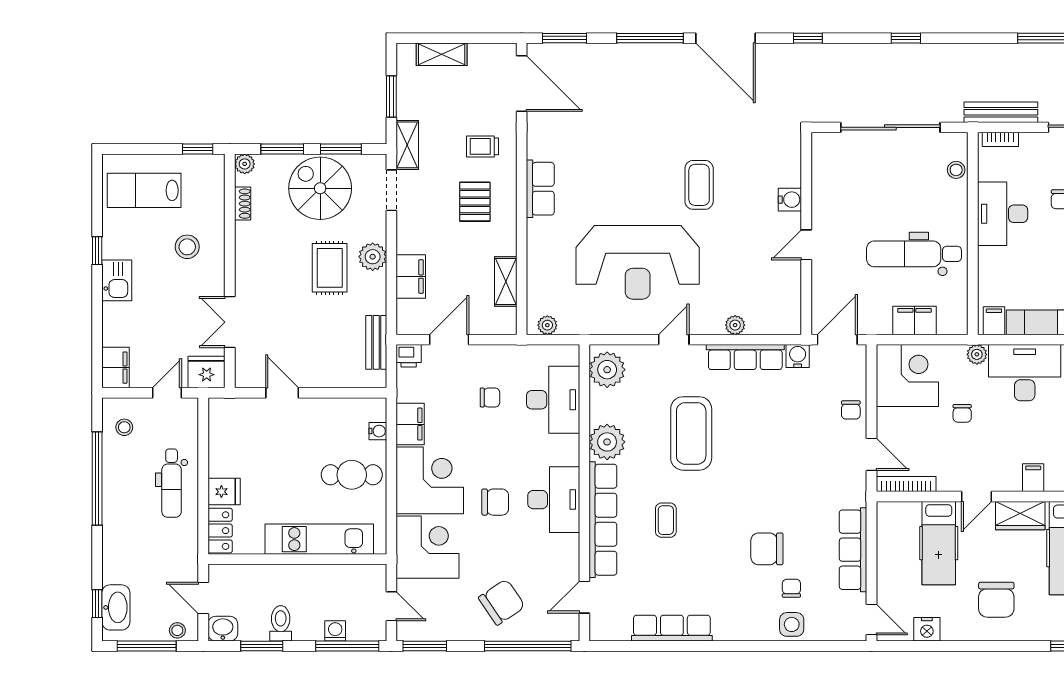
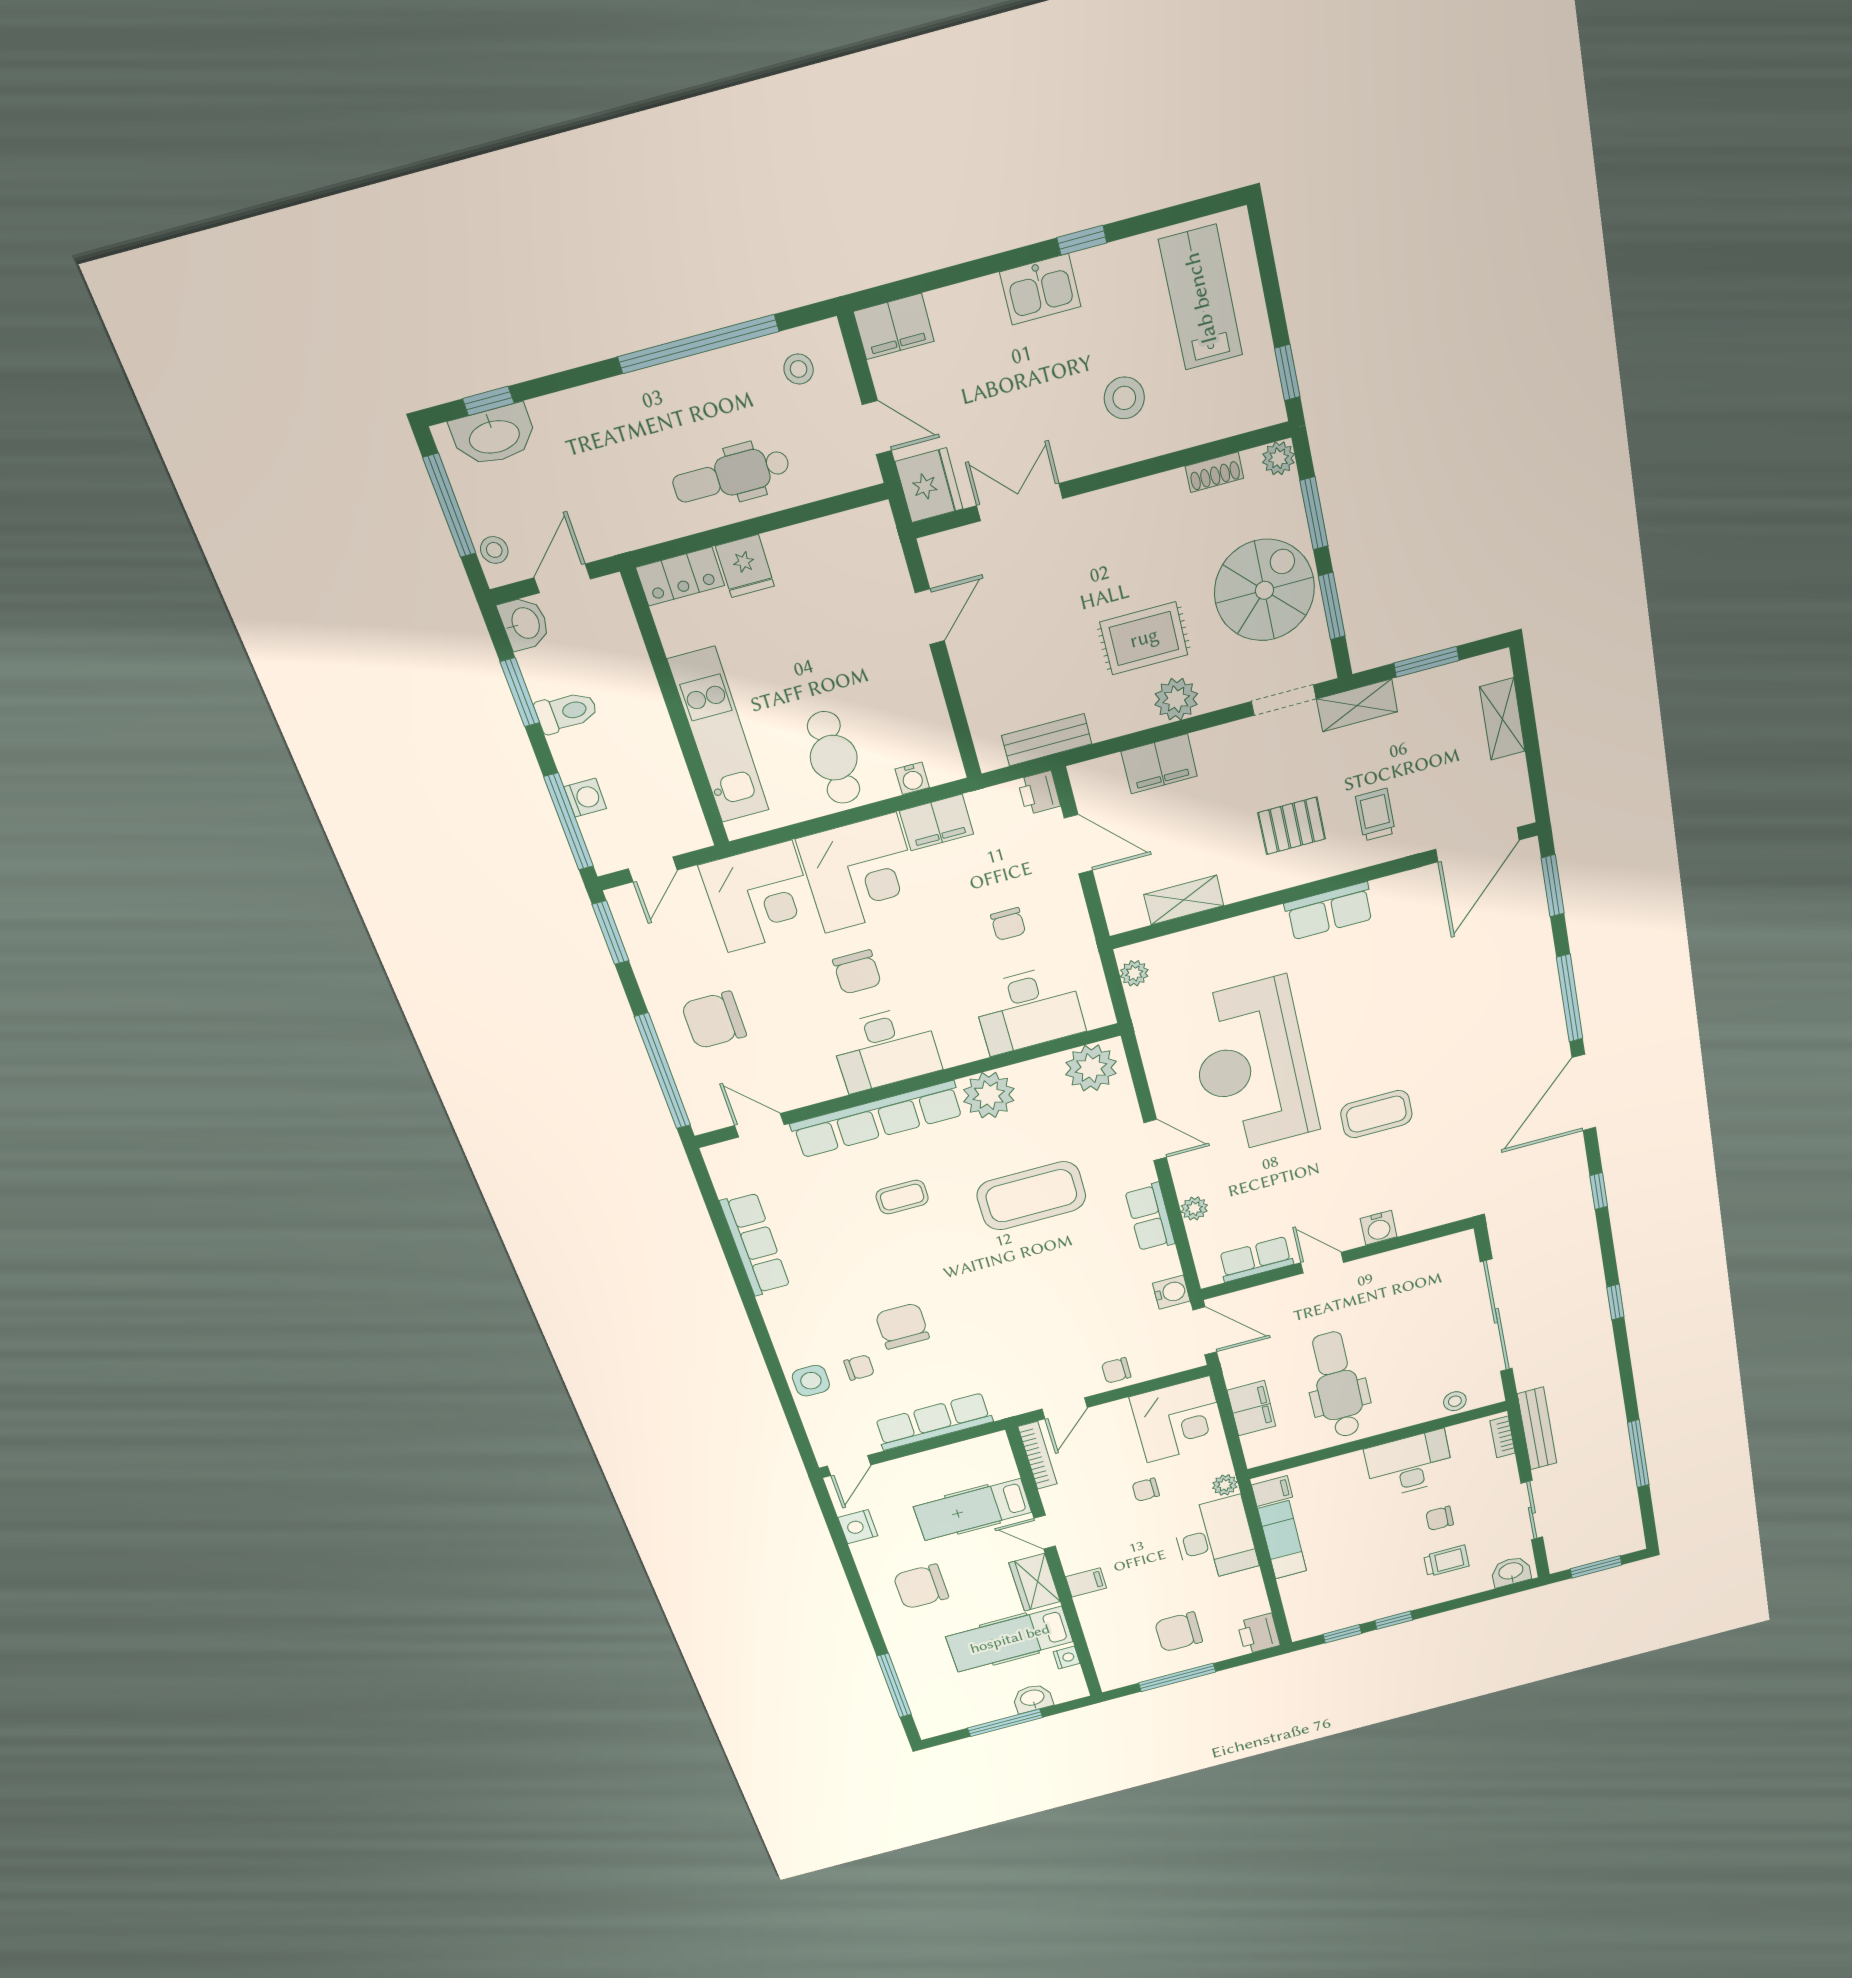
row of seats: (789, 291) -> (1256, 1259), added
row of seats: (745, 357) -> (1150, 1217), width x0.68
chair: (502, 602) -> (714, 1020), turned 124

